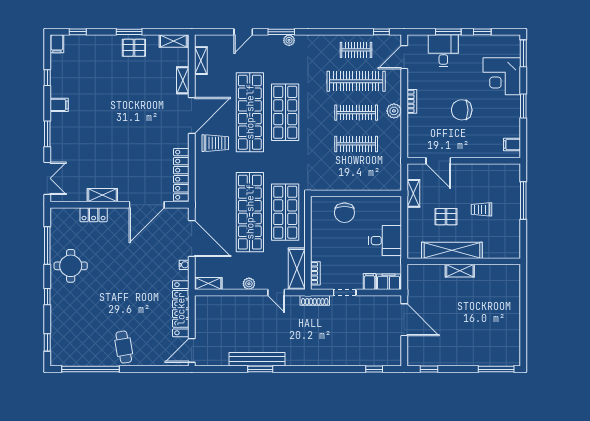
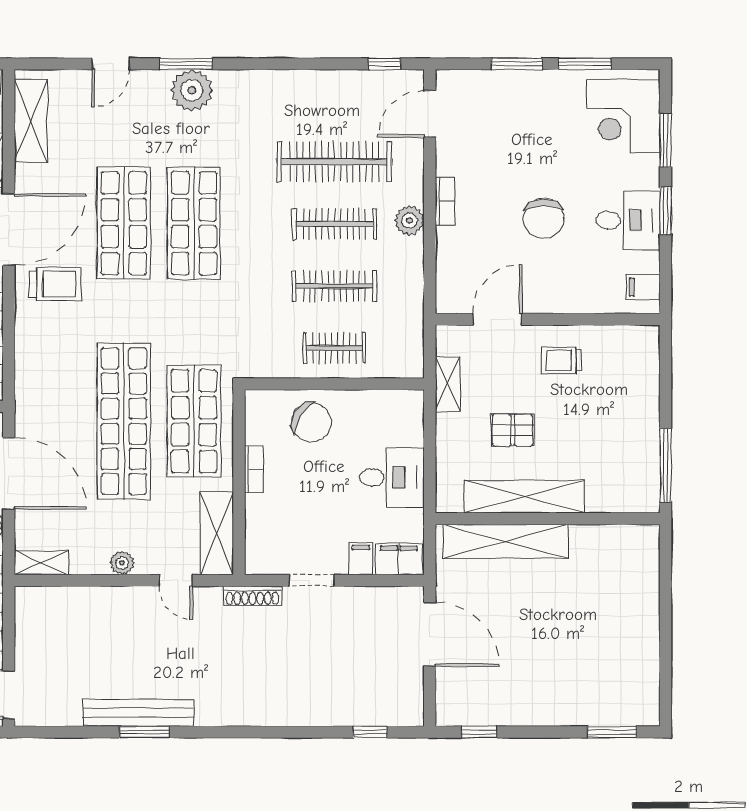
window: (482, 32) -> (585, 64), width x1.50
plant: (289, 40) -> (192, 90), width x1.87, depth x1.87
clothes rail: (356, 50) -> (334, 348), moved
desk: (443, 51) -> (628, 220), moved, turned 90
window: (523, 53) -> (666, 140), moved
shelving: (201, 61) -> (31, 121), width x1.50, depth x1.33
corner desk: (502, 76) -> (623, 116), moved
chair: (462, 110) -> (544, 219), turned -92
shop shelf: (250, 112) -> (124, 223), width x0.71
door: (438, 161) -> (497, 319), swing flipped
window: (523, 200) -> (666, 465), moved
trolley: (481, 209) -> (561, 360), moved
chair: (344, 213) -> (311, 422), turned -58
shelving: (460, 271) -> (506, 541), width x2.20, depth x1.33
bookcase: (315, 273) -> (254, 469), moved
window: (496, 369) -> (612, 732), width x0.69

